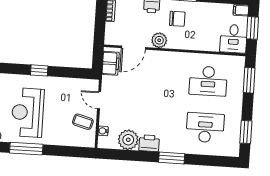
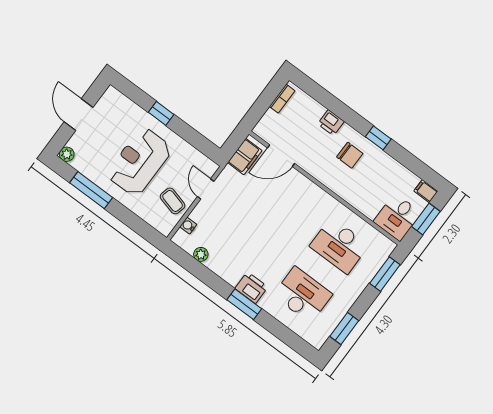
plant: (159, 40) -> (315, 166), removed
reception desk: (28, 113) -> (139, 162), moved
plant: (128, 140) -> (201, 254), width x0.53, depth x0.53
printer: (149, 143) -> (251, 288), moved

